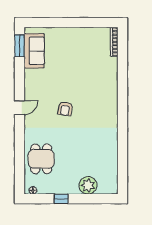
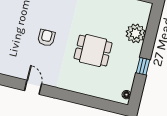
armchair: (65, 109) -> (46, 38), turned -99
dining table: (41, 159) -> (93, 51), moved

